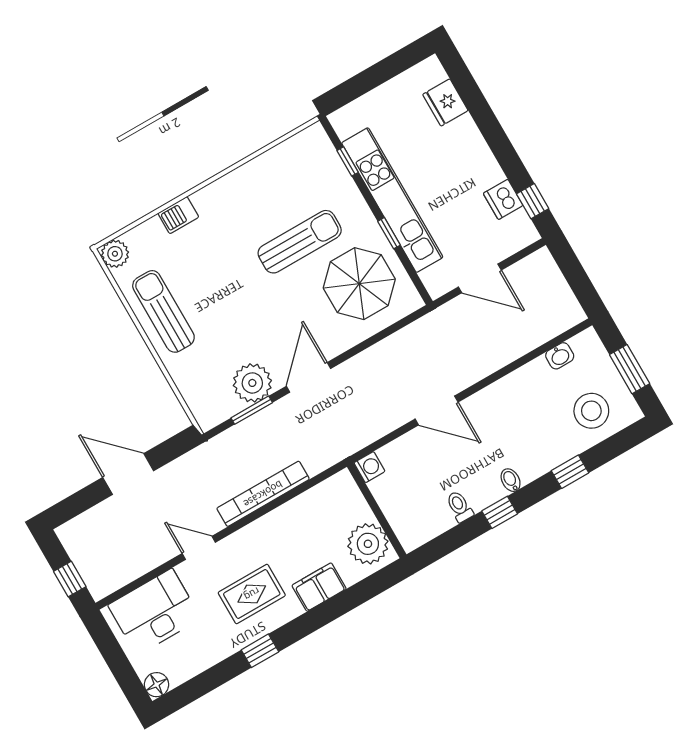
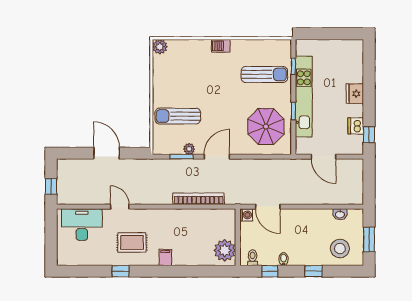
fridge: (445, 102) -> (355, 94), moved
barbecue: (178, 215) -> (221, 46), moved
sun lounger: (300, 242) -> (264, 74), moved
sun lounger: (163, 311) -> (178, 116), moved, turned -90
plant: (252, 383) -> (189, 149), width x0.53, depth x0.53
washing machine: (369, 467) -> (246, 215), moved
bookcase: (263, 494) -> (199, 199), moved
wall: (377, 511) -> (238, 237), moved
plant: (368, 544) -> (225, 250), moved
filing cabinet: (319, 587) -> (165, 257), width x0.50
floor lamp: (157, 685) -> (63, 259), removed

